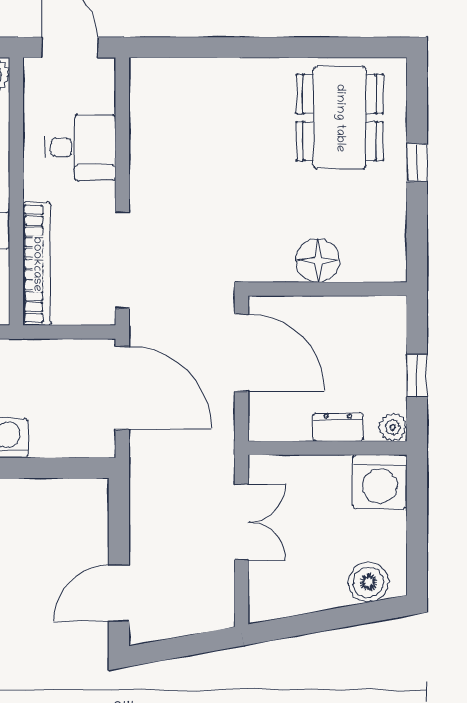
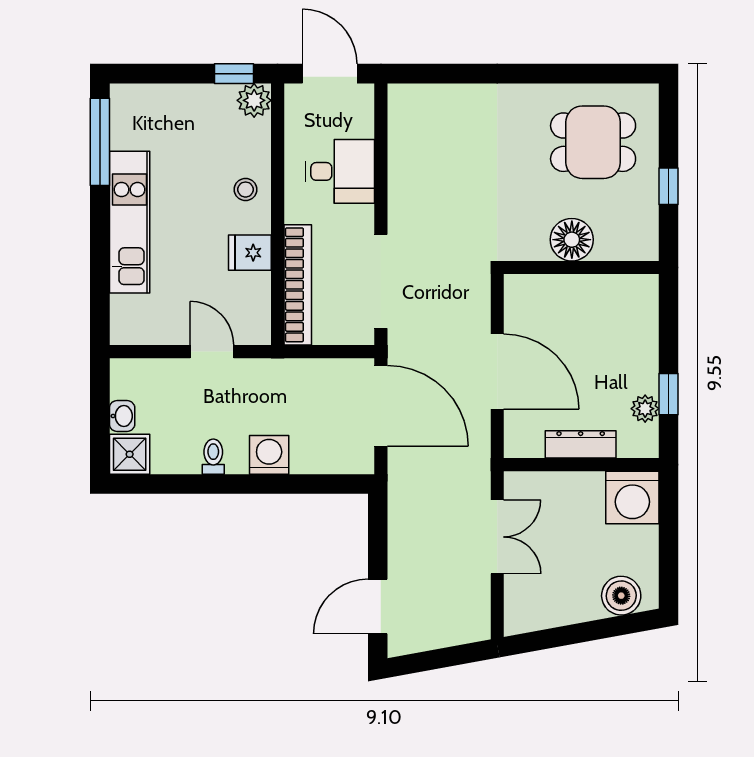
dining table: (340, 118) -> (593, 142), width x0.73
floor lamp: (318, 260) -> (572, 240), moved
wall: (328, 289) -> (581, 268), moved
dresser: (338, 427) -> (581, 444), width x1.44
plant: (393, 427) -> (645, 409), moved

